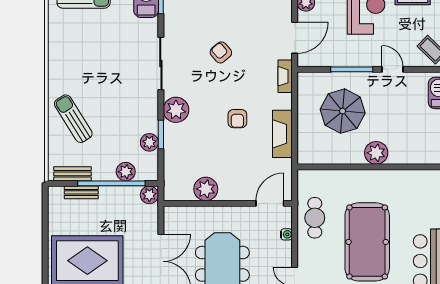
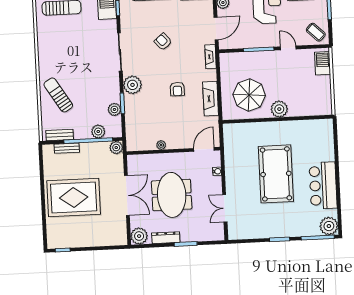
parasol: (343, 111) -> (249, 95), moved
plant: (206, 189) -> (161, 145), width x0.53, depth x0.53
cafe table: (315, 218) -> (237, 158), removed

